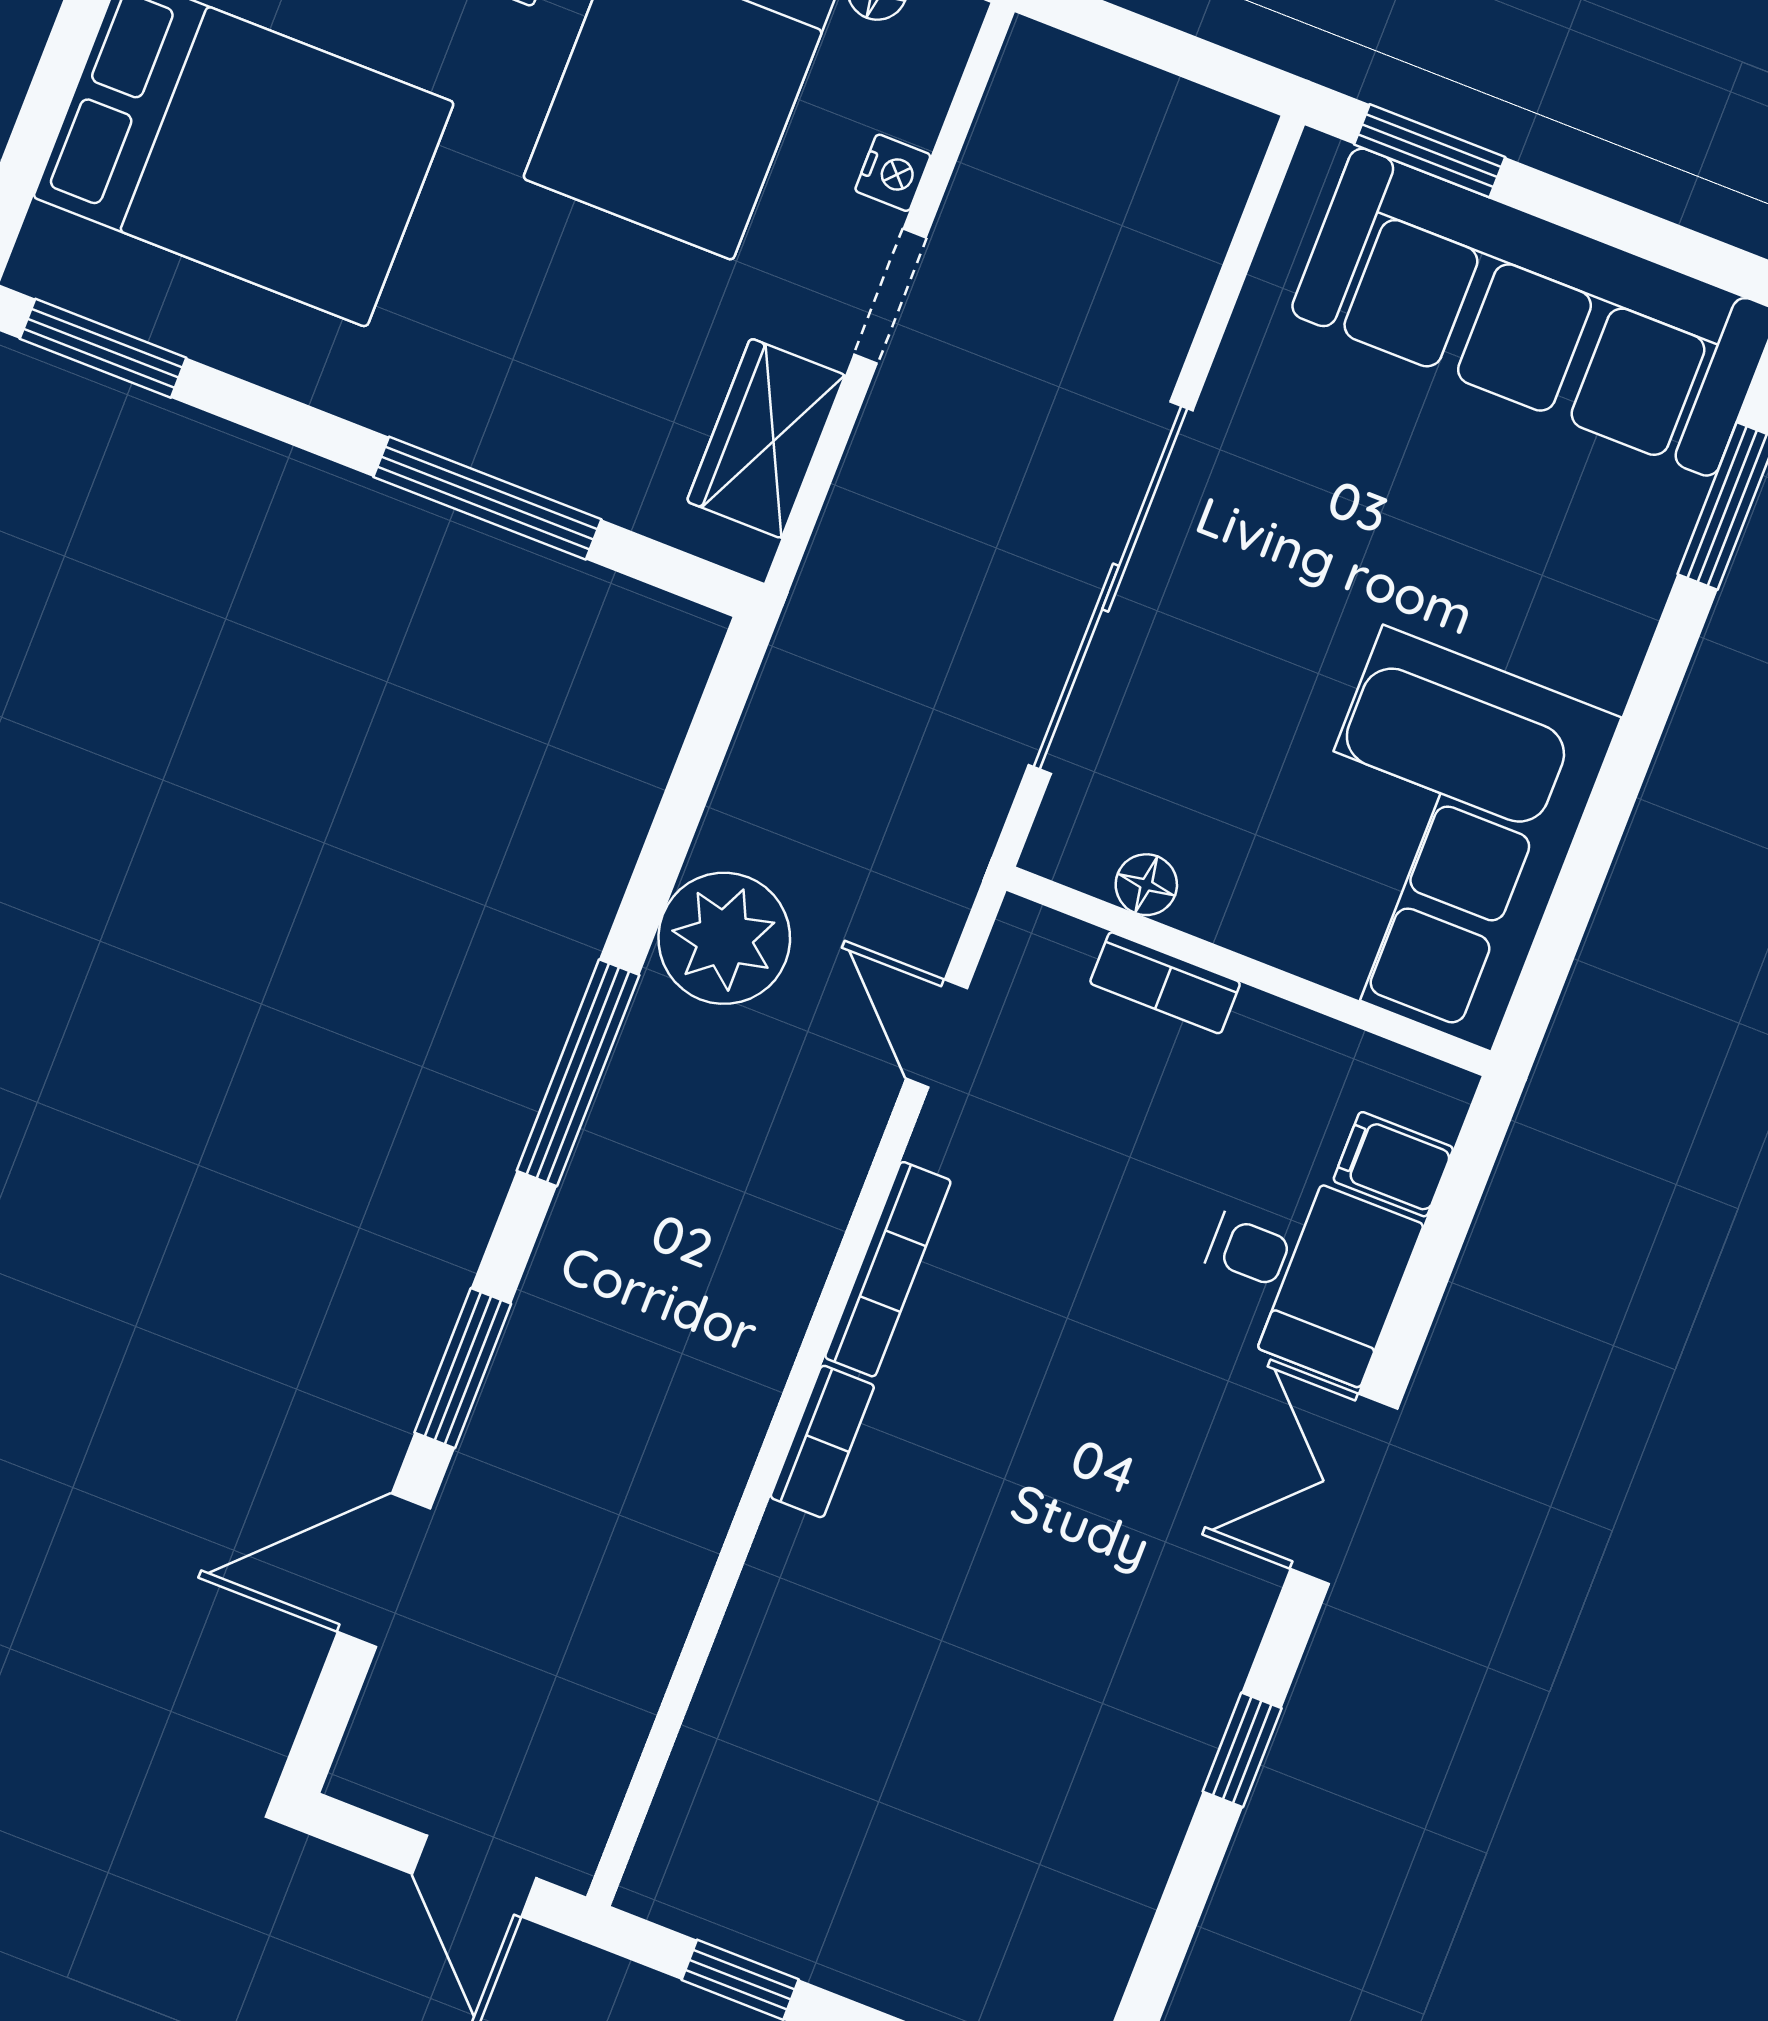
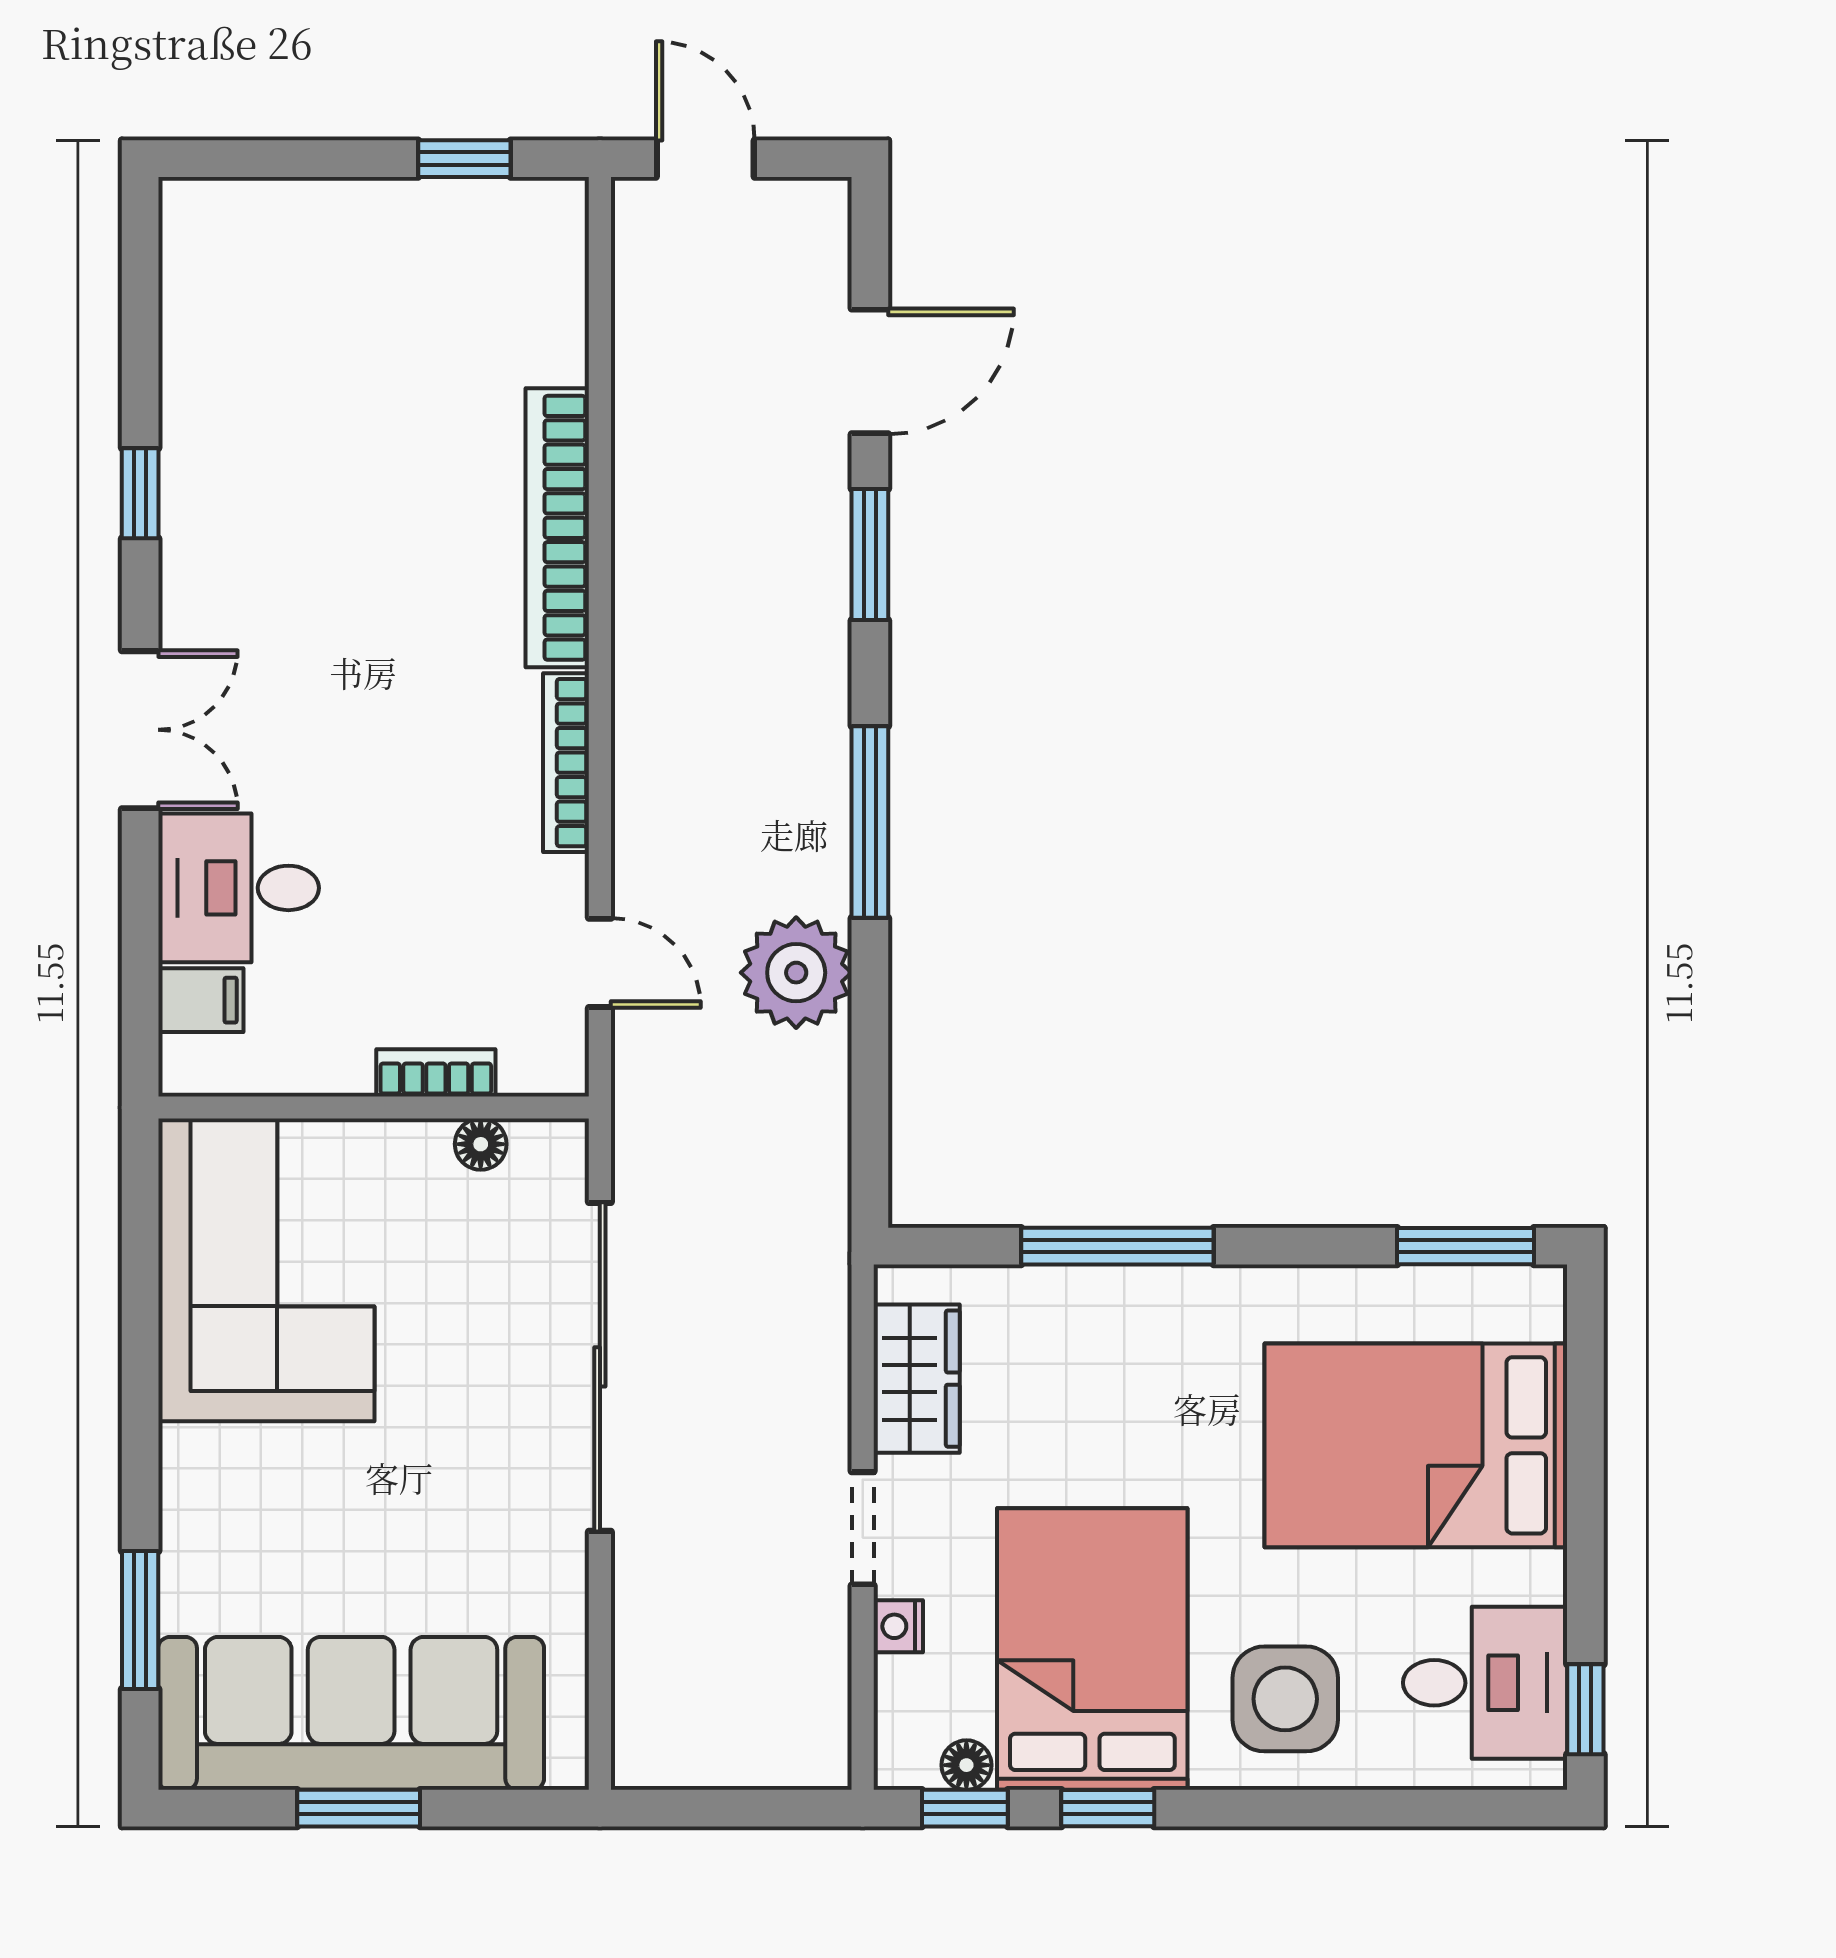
window: (1430, 151) -> (359, 1808), moved
bookcase: (822, 1441) -> (557, 528), width x2.31, depth x1.31

